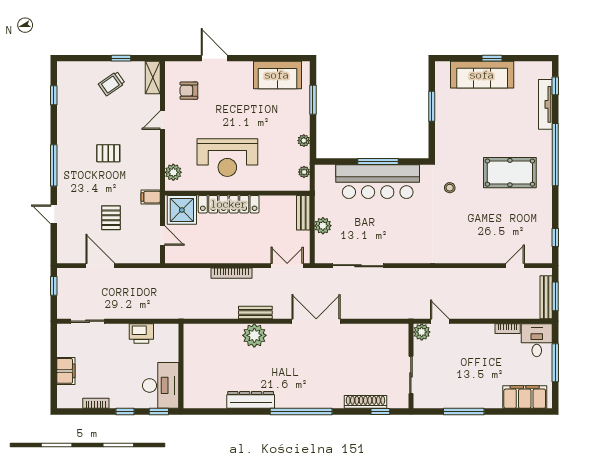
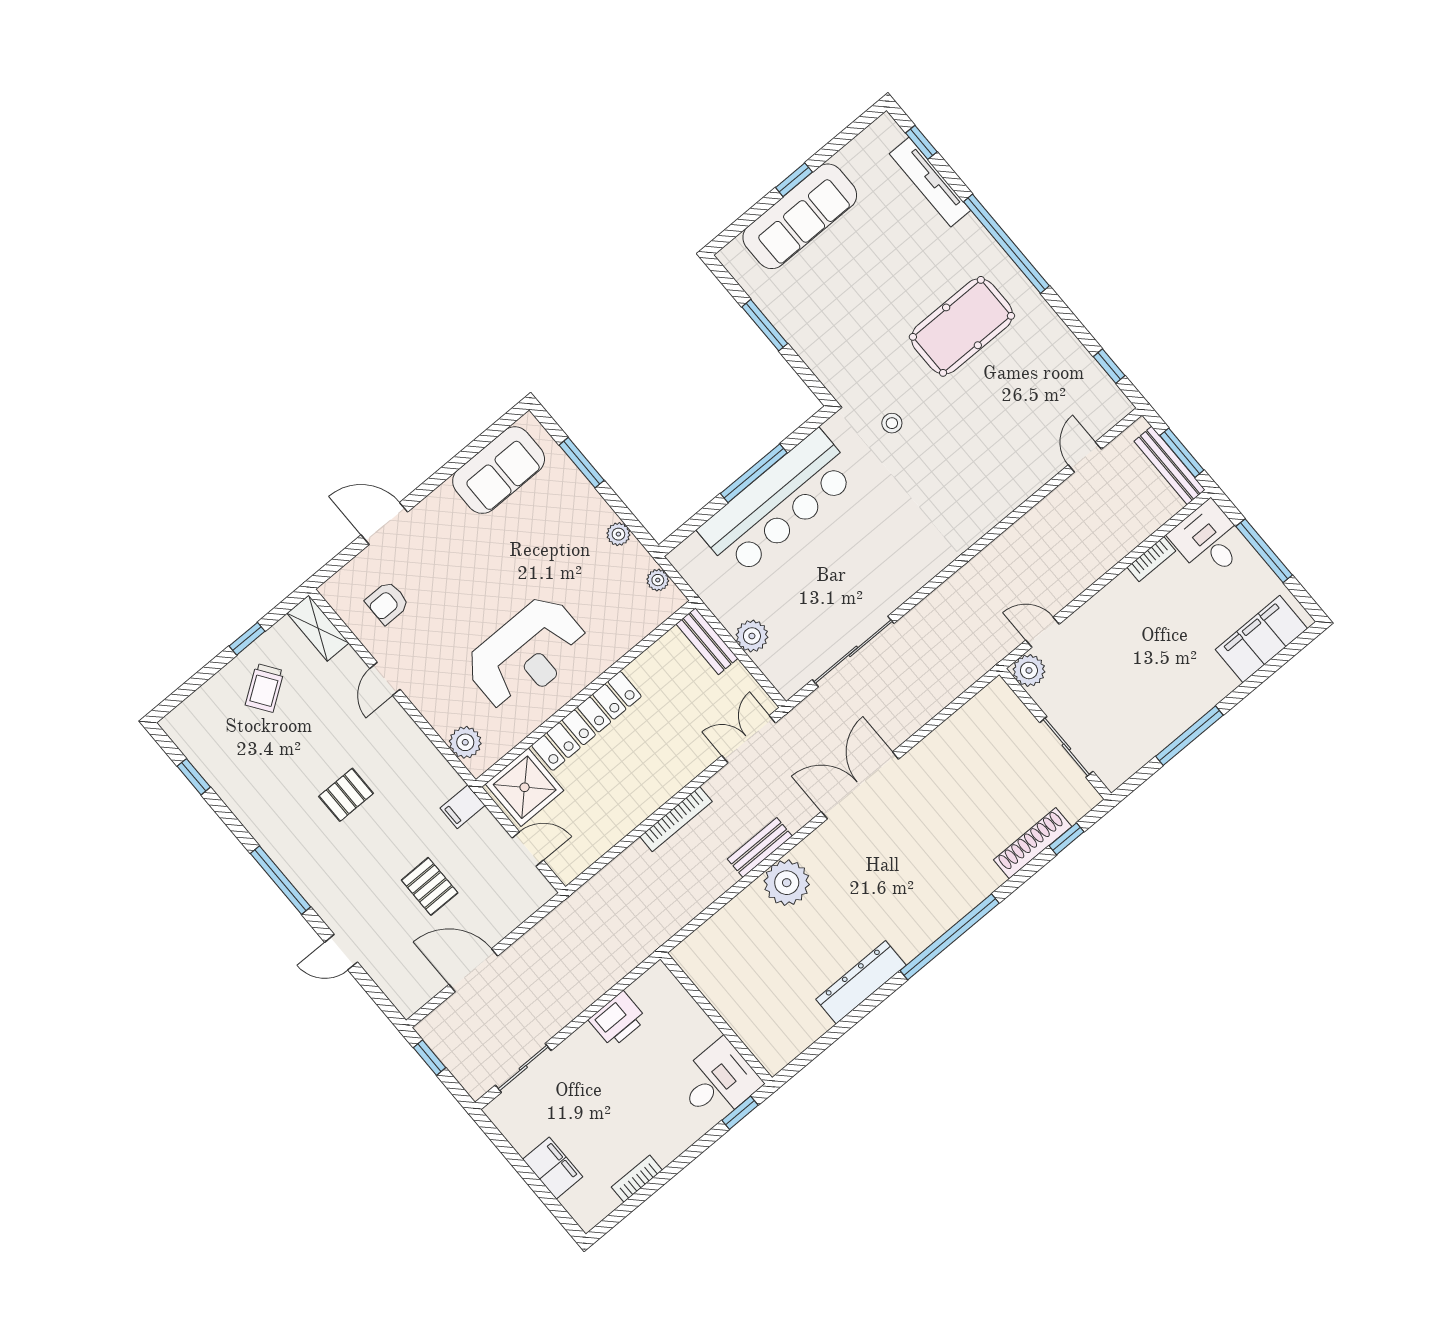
desk: (161, 385) -> (718, 1081), width x0.73
window: (125, 412) -> (690, 1155), removed

